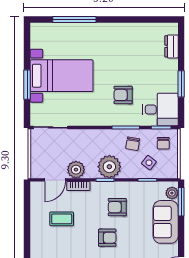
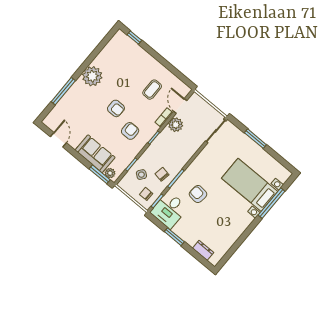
bed with nightstands: (62, 76) -> (250, 185), moved, turned 90
armchair: (123, 95) -> (198, 194), turned -84
plant: (109, 167) -> (160, 147), removed
armchair: (107, 238) -> (116, 108), turned -90

